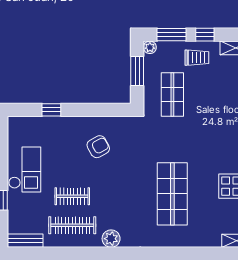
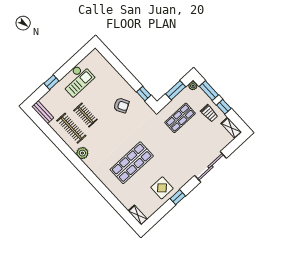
window: (51, 110) -> (144, 94), moved

